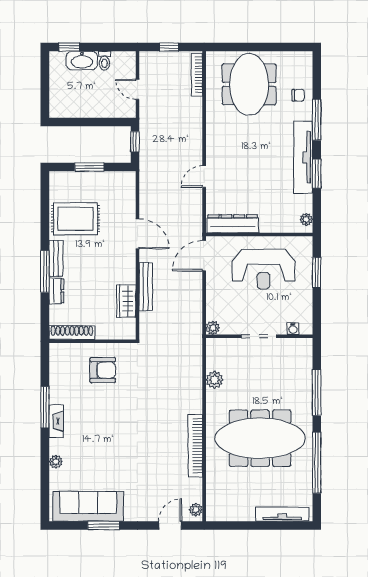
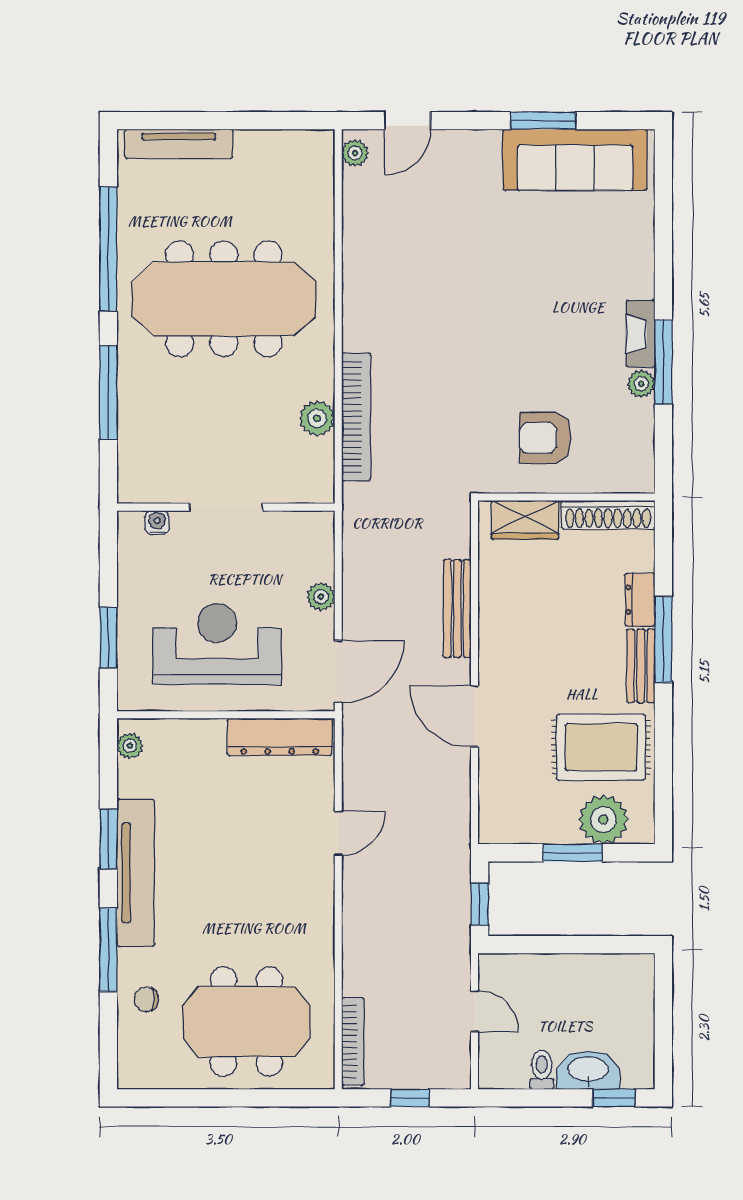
meeting table: (249, 84) -> (246, 1022), turned 90
plant: (74, 183) -> (603, 819), added
wardrobe: (126, 301) -> (525, 520), moved, turned 90
plant: (213, 328) -> (321, 597), moved
bookcase: (195, 446) -> (356, 417), moved
plant: (56, 462) -> (641, 384), moved

